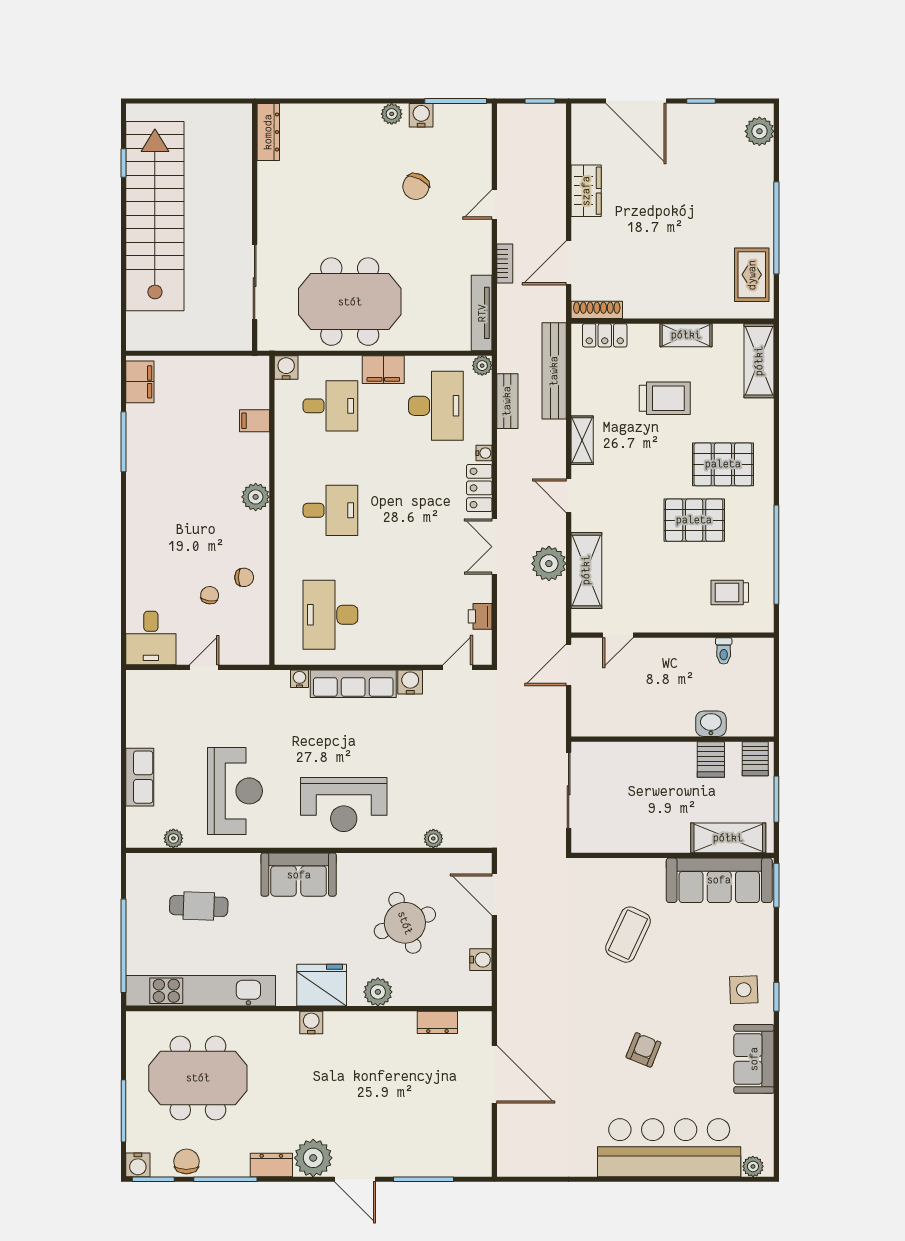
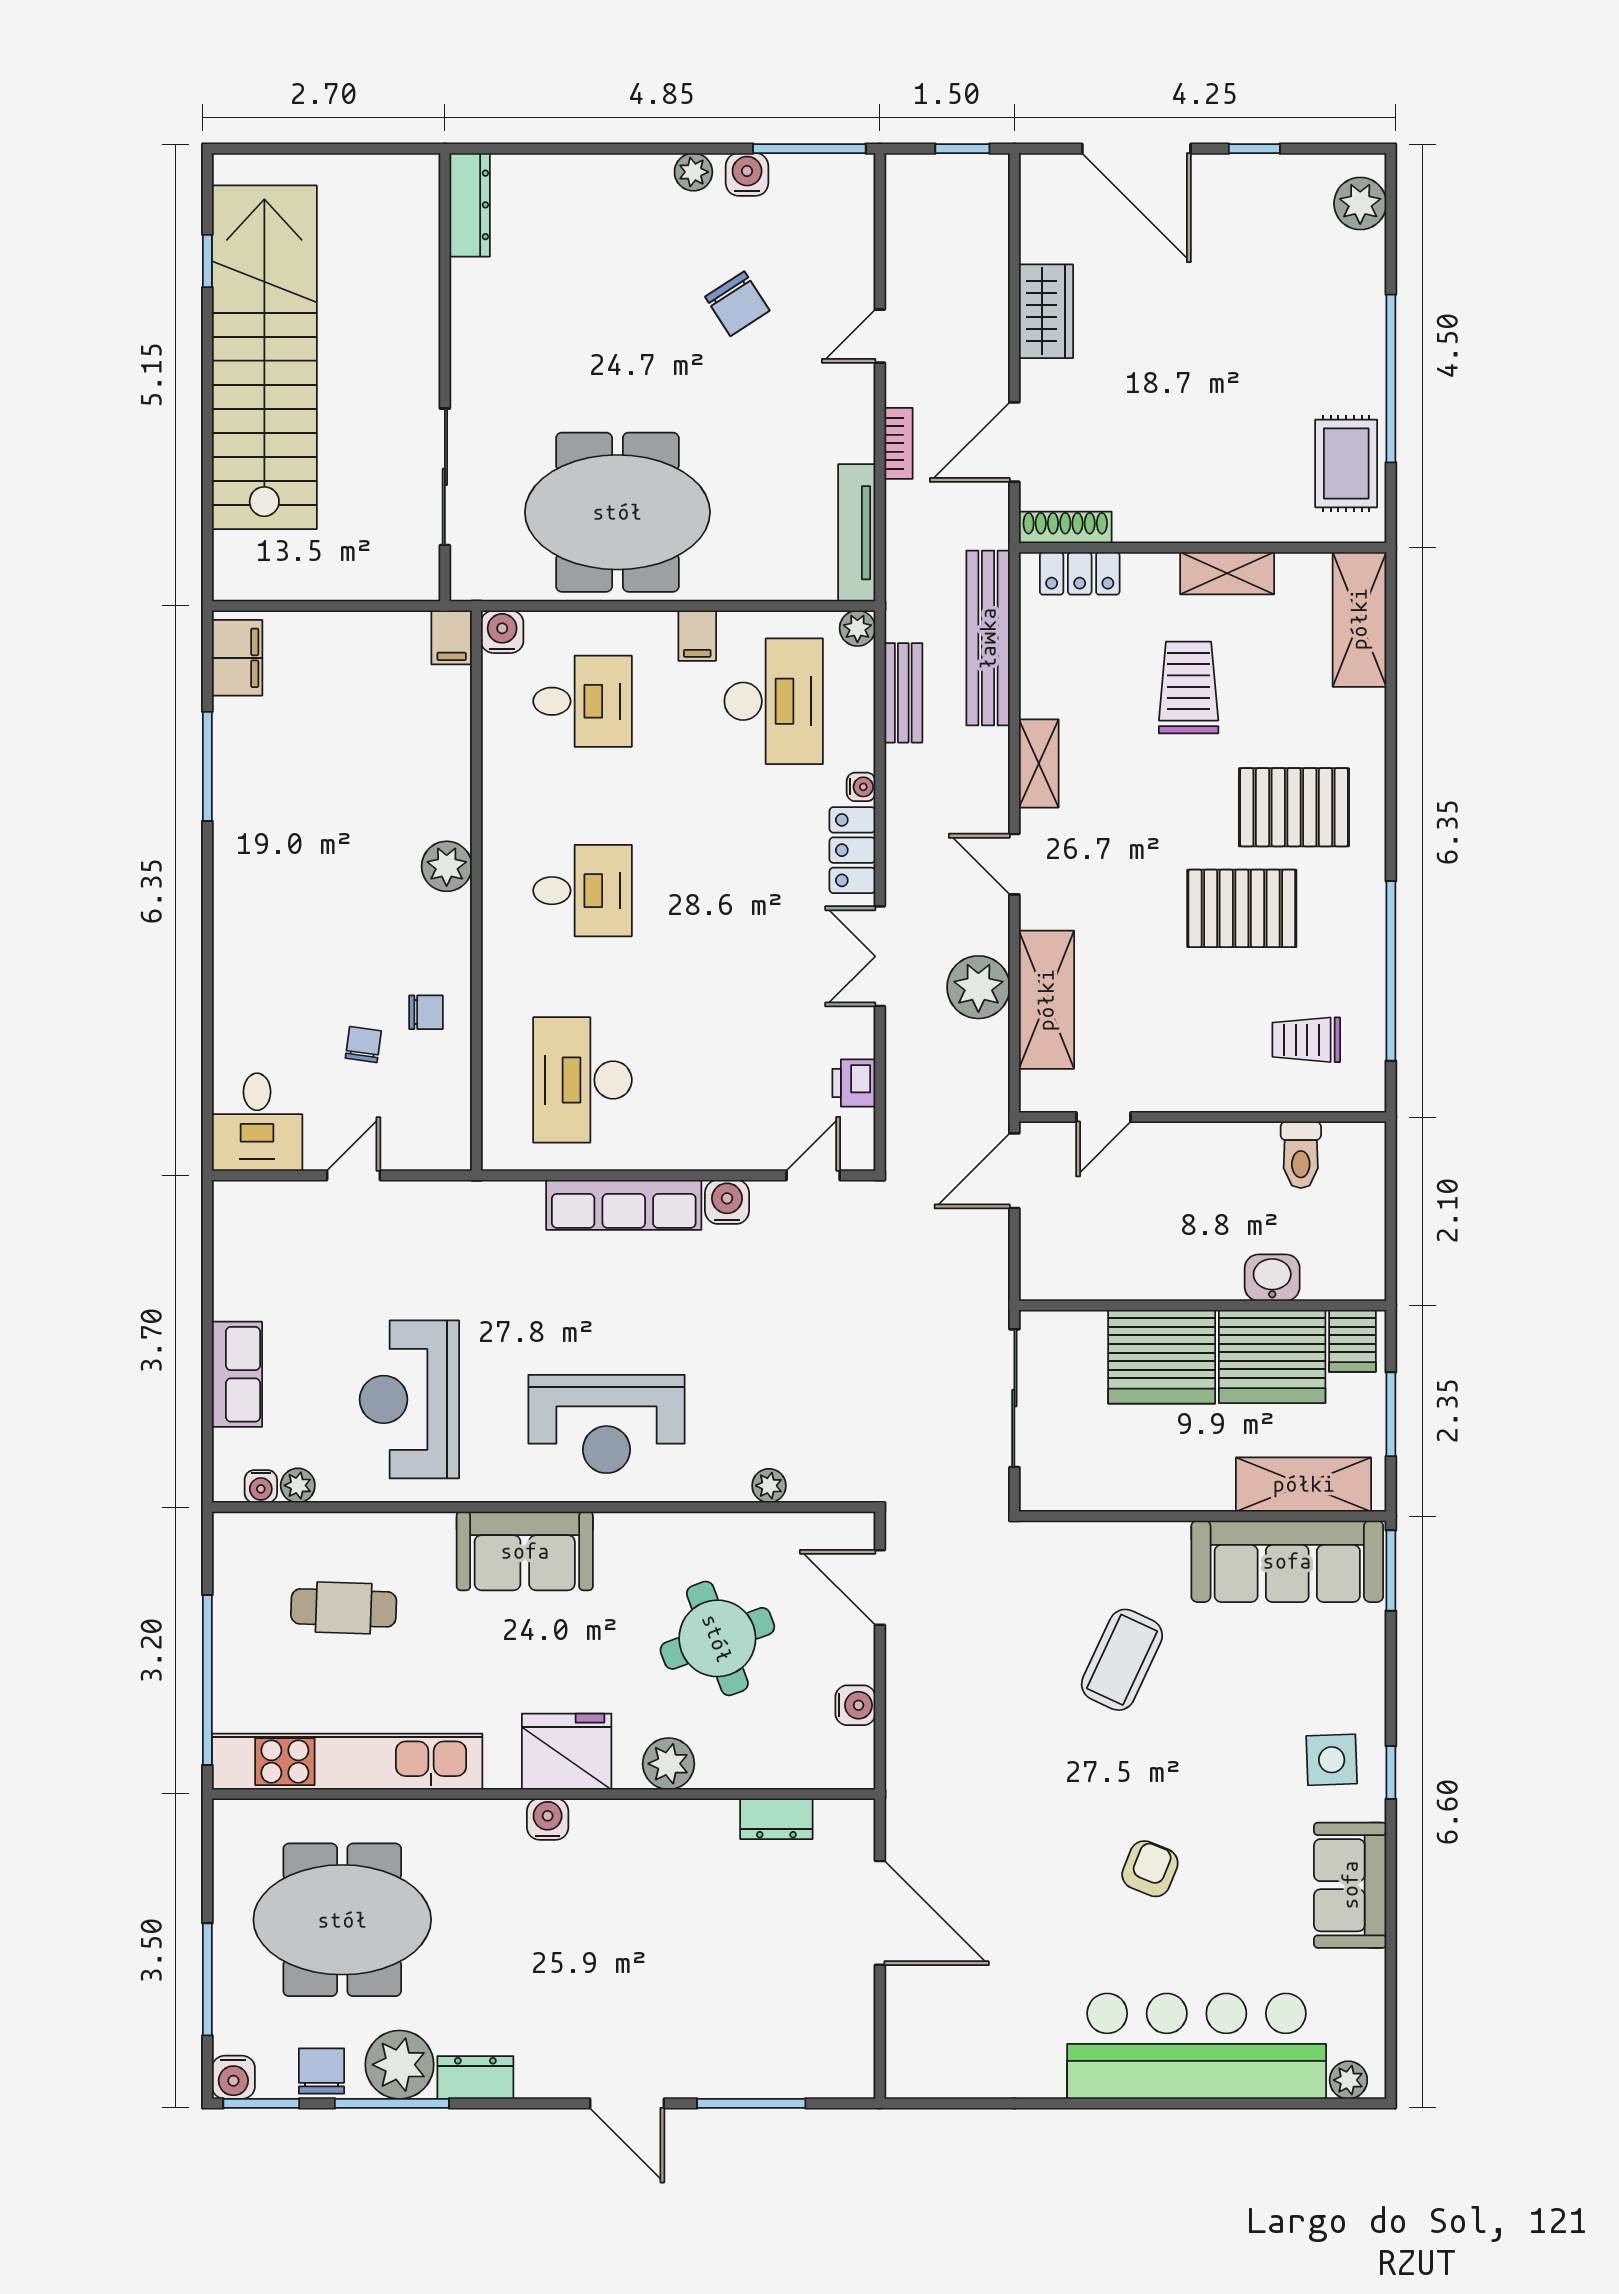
chair: (416, 187) -> (737, 304), turned -60
filing cabinet: (383, 370) -> (697, 636), width x0.50
trolley: (665, 398) -> (1189, 688), turned -90
filing cabinet: (255, 421) -> (452, 637), moved, turned -90
toilet: (724, 651) -> (1301, 1155), width x1.37, depth x1.39
water cooler: (299, 679) -> (261, 1486), moved, turned 180
server rack: (711, 759) -> (1272, 1356), width x2.18, depth x1.44
server rack: (650, 767) -> (1162, 1357), added
reception desk: (235, 791) -> (409, 1399), turned 180
plant: (313, 1158) -> (400, 2065), moved

